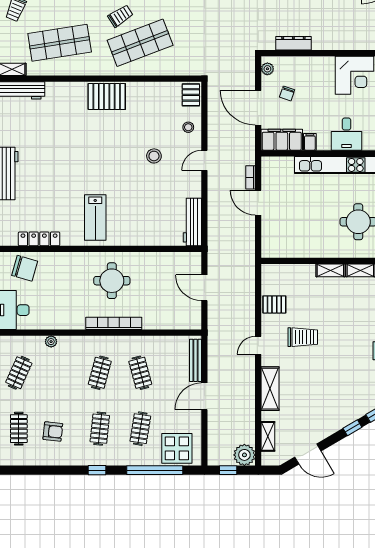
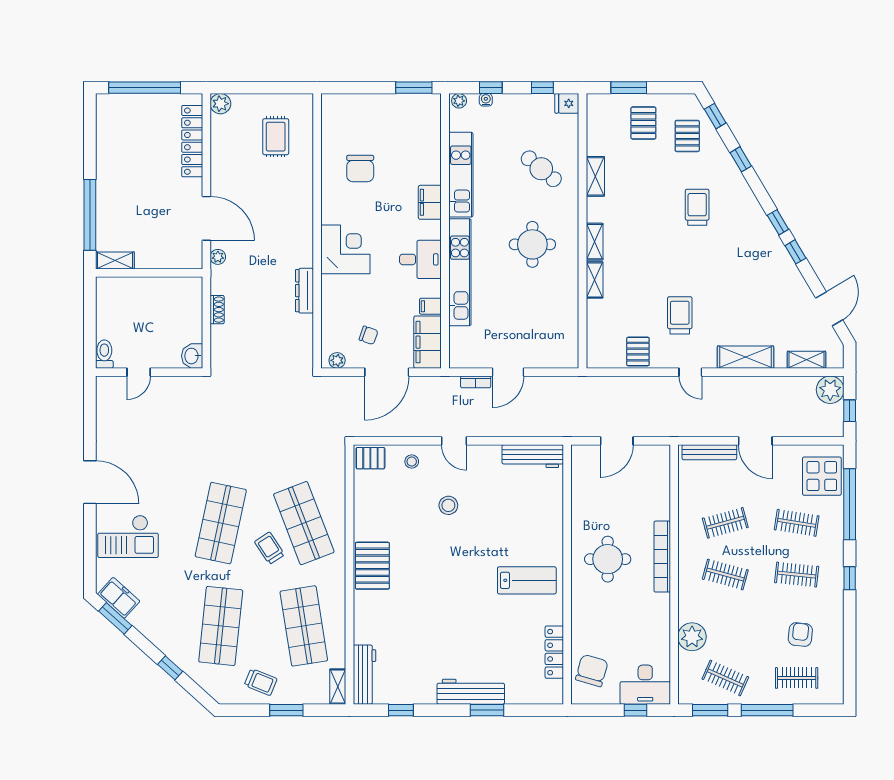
dresser: (293, 43) -> (304, 291), moved
plant: (51, 342) -> (692, 637), width x1.88, depth x1.88

